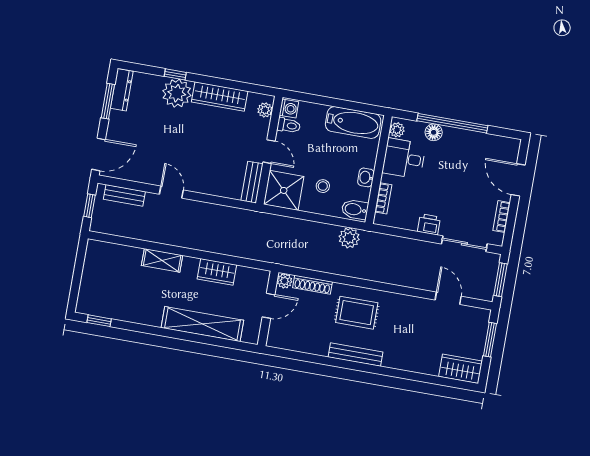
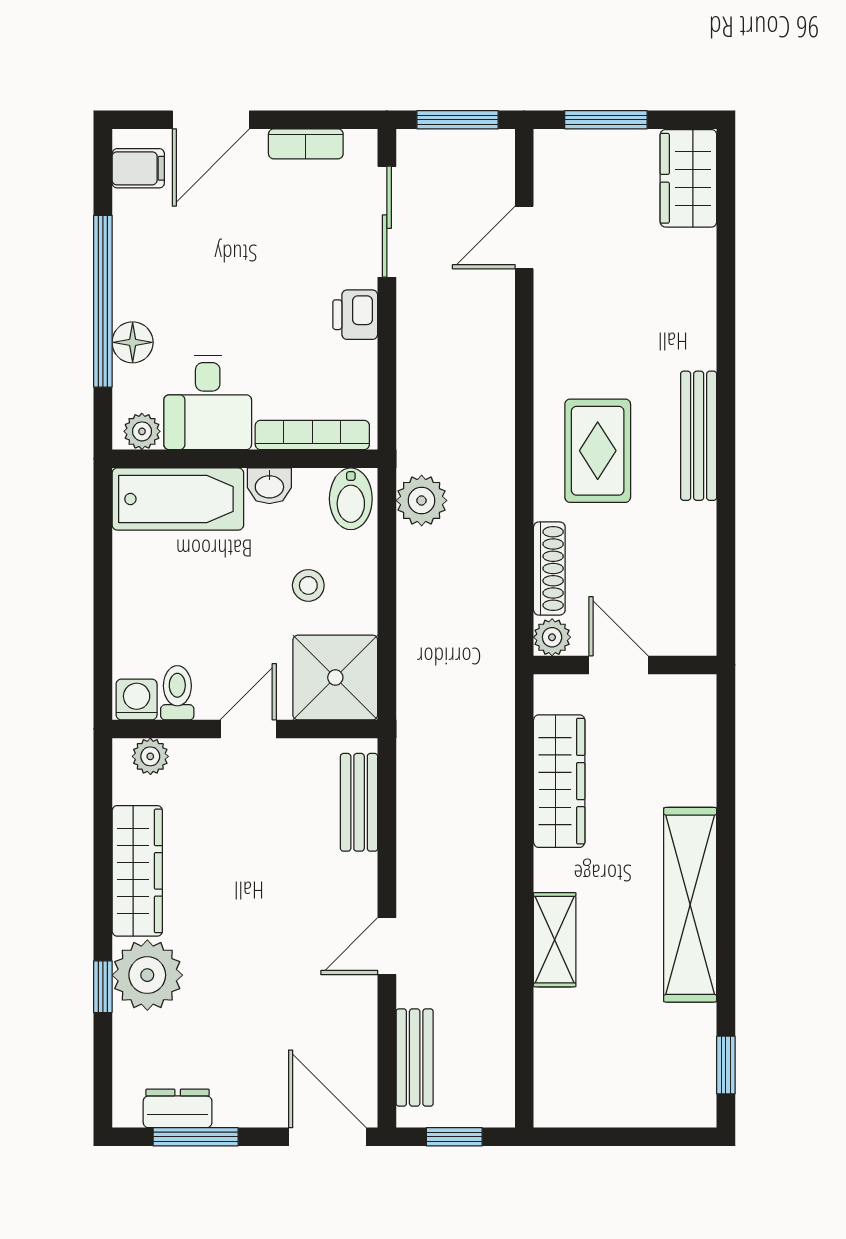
dresser: (122, 90) -> (178, 1108), width x0.70
bathtub: (353, 122) -> (178, 499), moved, turned 90
filing cabinet: (504, 147) -> (138, 168), added
bench: (252, 182) -> (359, 802), moved, turned 90
bookcase: (383, 198) -> (312, 435), width x1.56
wardrobe: (217, 272) -> (559, 781), width x1.50
shelving: (202, 324) -> (690, 905), moved

